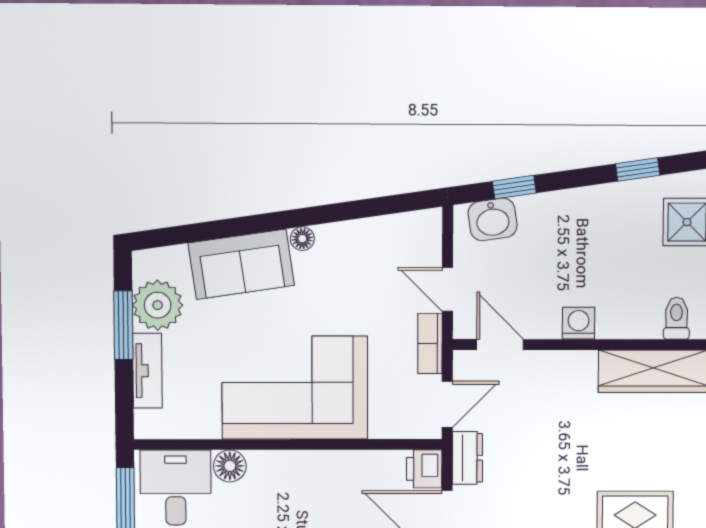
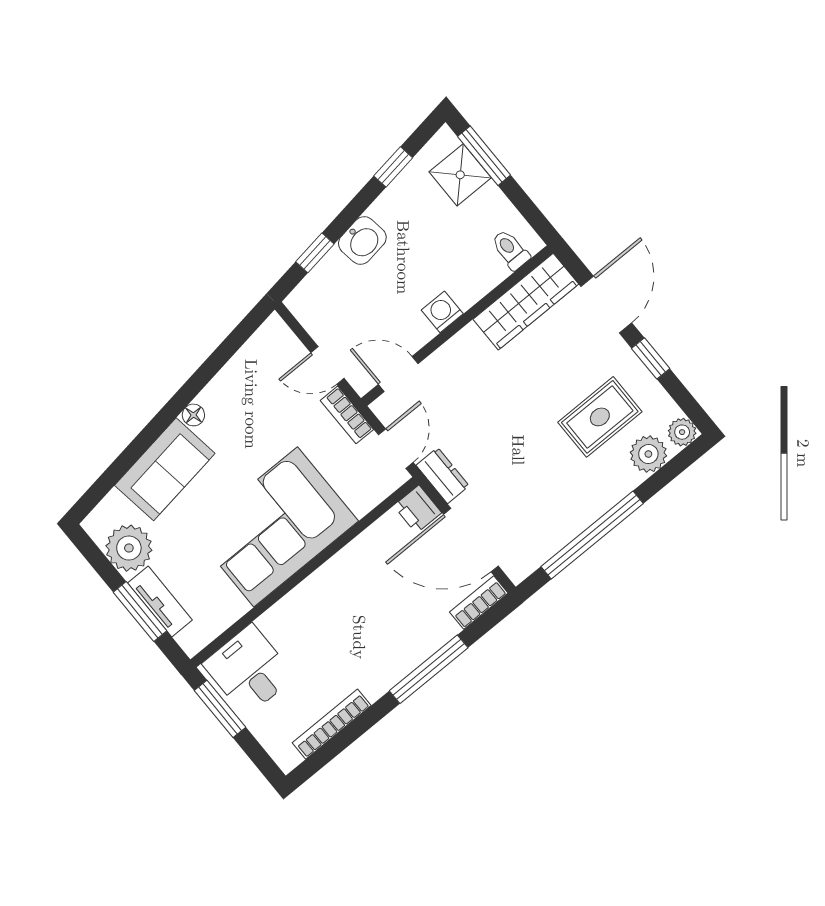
washbasin: (493, 219) -> (362, 241), moved
window: (123, 325) -> (140, 611), moved
floor lamp: (230, 466) -> (275, 622), removed

